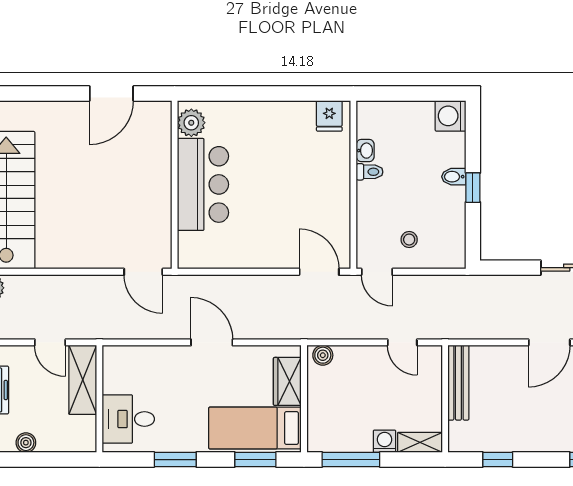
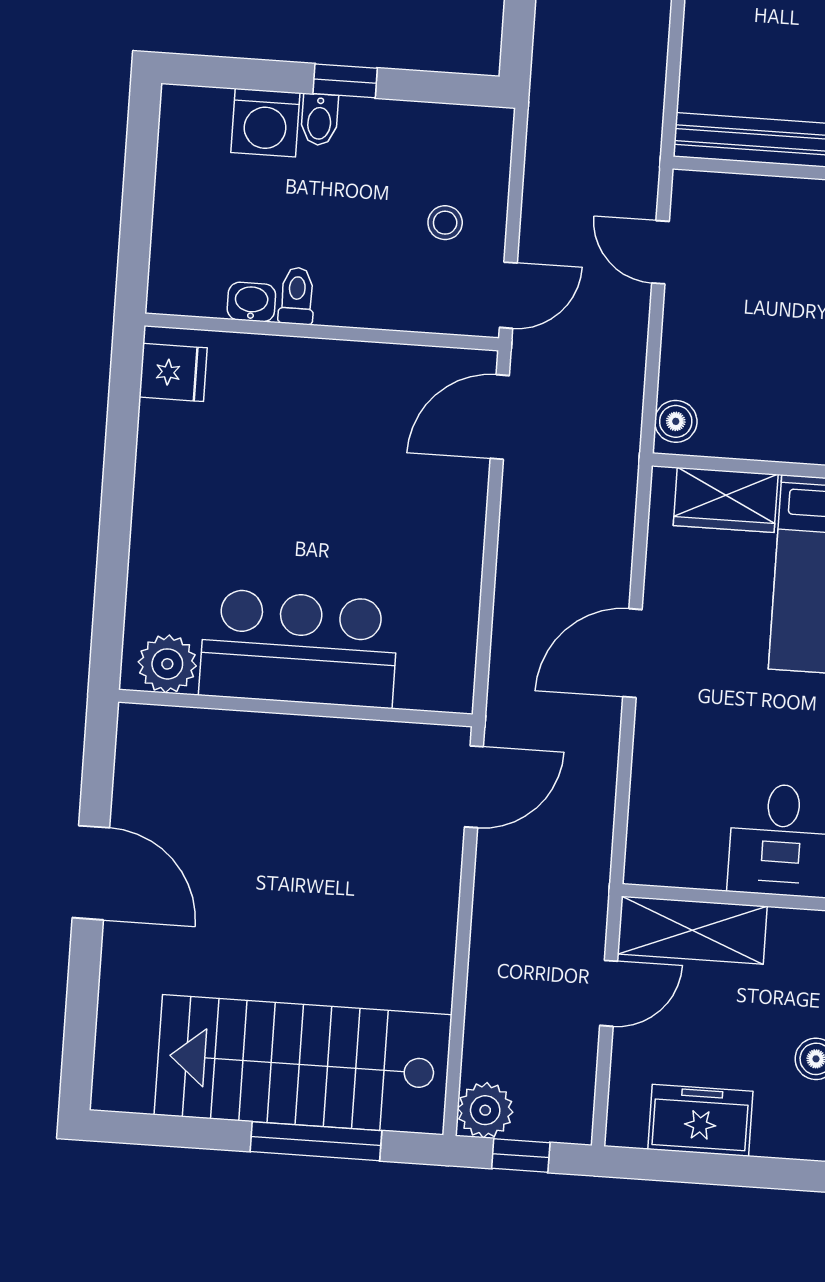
door: (111, 93) -> (91, 873), moved
washing machine: (451, 116) -> (265, 123), moved
door: (402, 342) -> (660, 252), swing flipped

